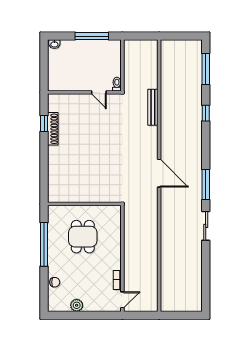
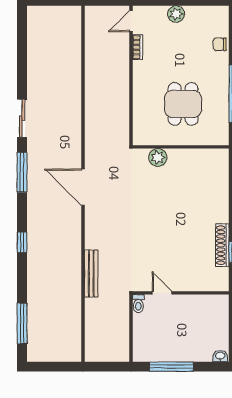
window: (206, 113) -> (22, 242), moved
plant: (102, 196) -> (158, 157), added
plant: (77, 305) -> (176, 14), moved

